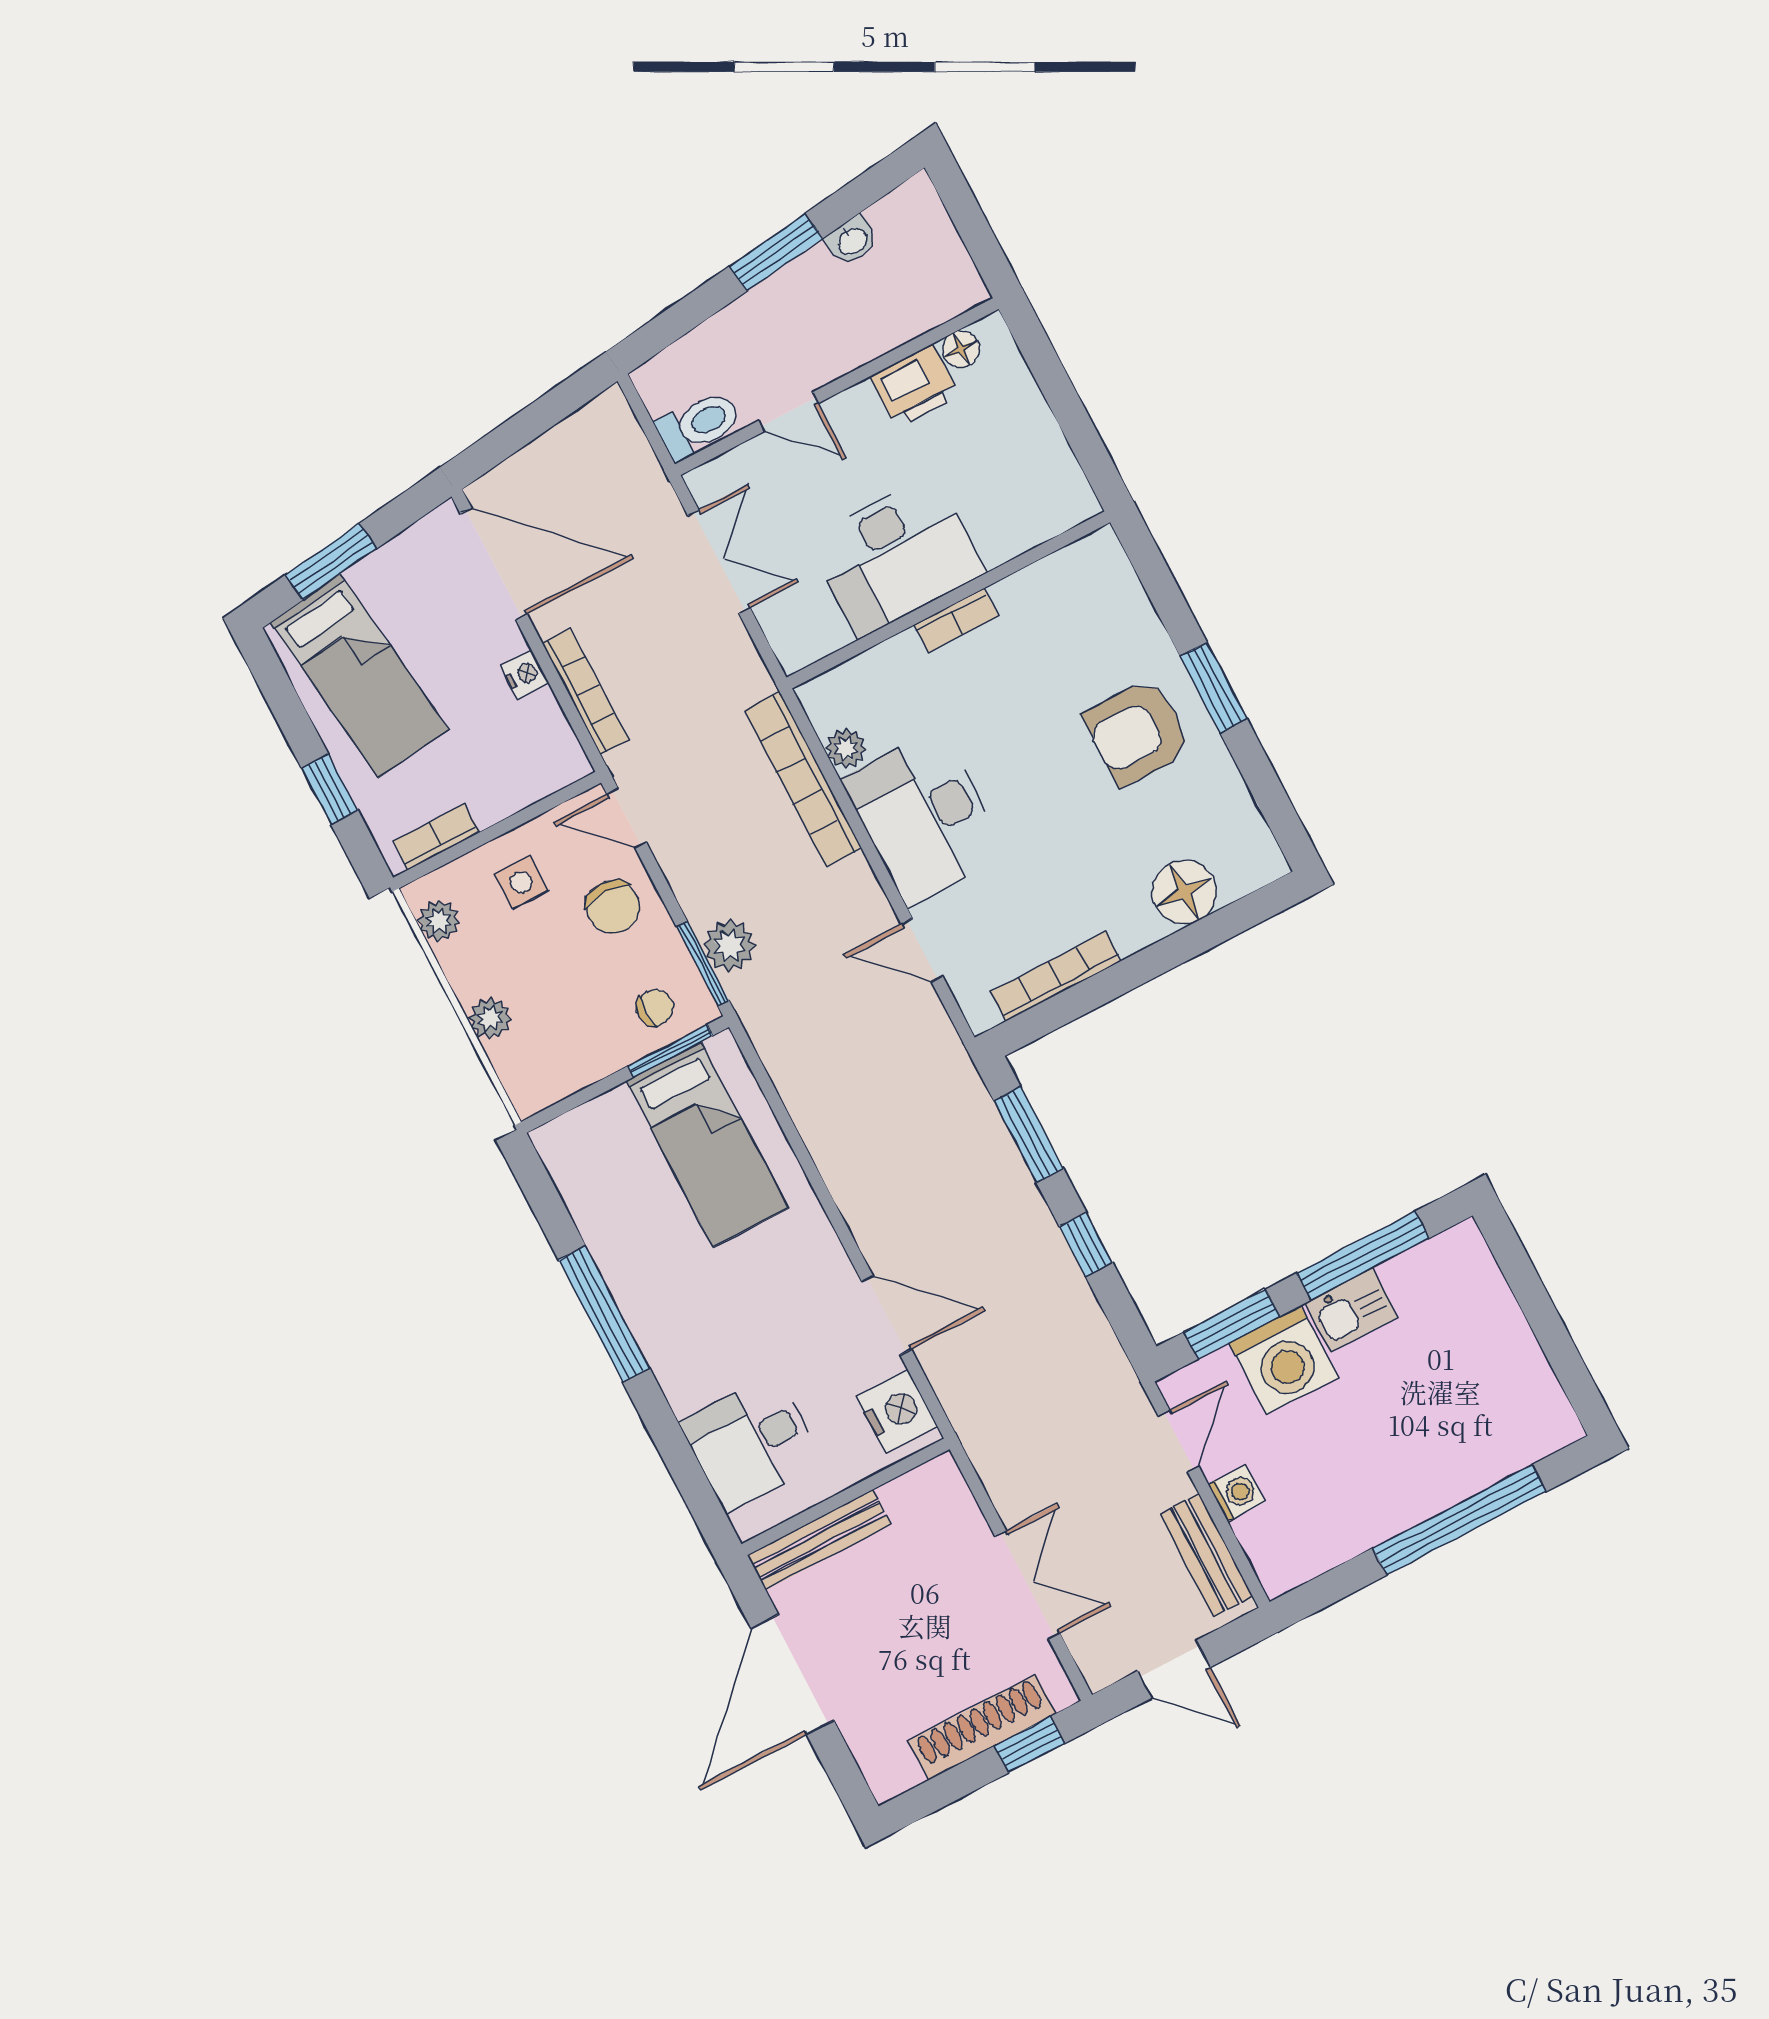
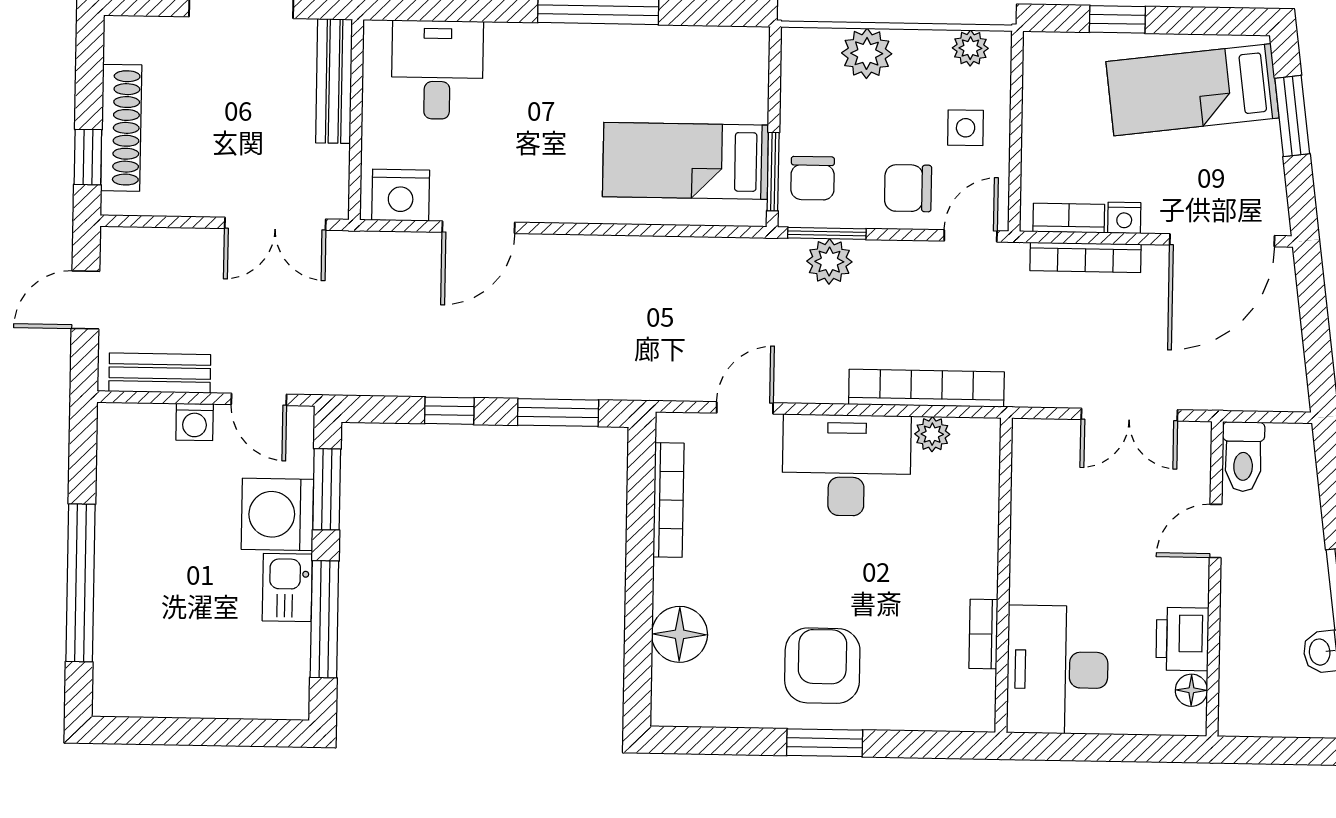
desk: (896, 556) -> (1057, 670), moved
bookcase: (956, 620) -> (983, 634), moved
bookcase: (436, 837) -> (1069, 218), moved, turned -90
chair: (655, 1008) -> (813, 178), width x1.37, depth x1.37
plant: (490, 1018) -> (867, 53), width x1.38, depth x1.38
double door: (1027, 1585) -> (275, 224), moved

